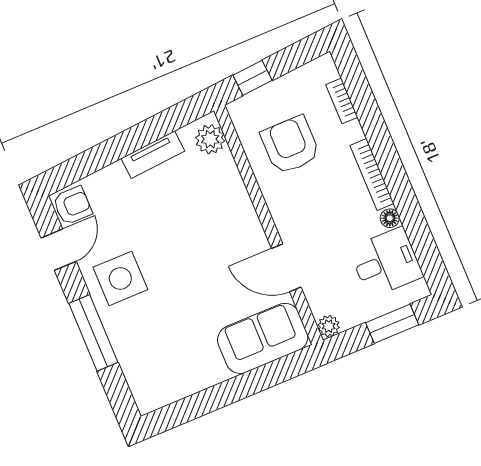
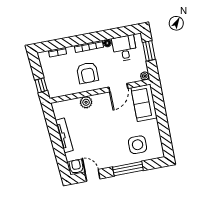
plant: (210, 139) -> (86, 102), moved
armchair: (290, 145) -> (88, 73), moved, turned -90
tv unit: (153, 155) -> (64, 135), width x1.41
side table: (120, 278) -> (138, 145), moved

